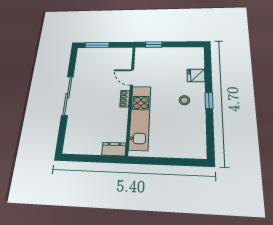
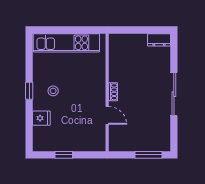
window: (154, 45) -> (64, 155), moved
kitchen unit: (140, 117) -> (66, 43), moved, turned -90
dresser: (114, 149) -> (159, 40), moved

